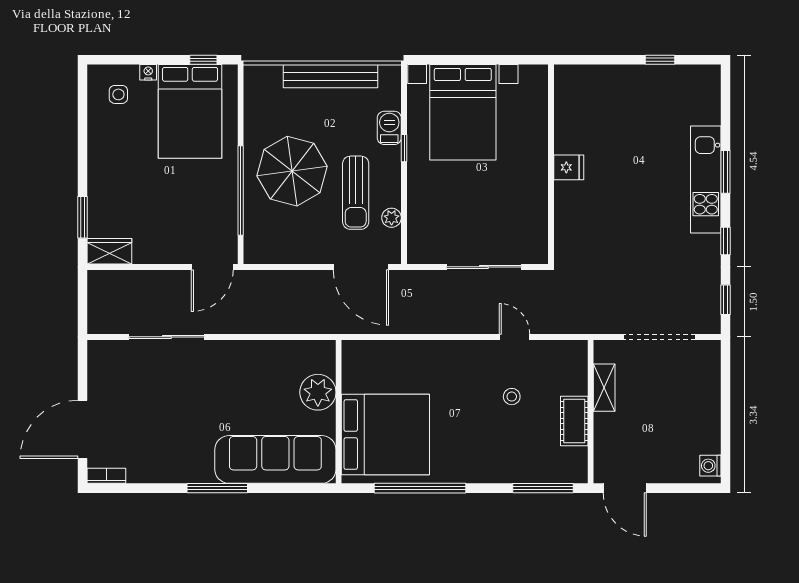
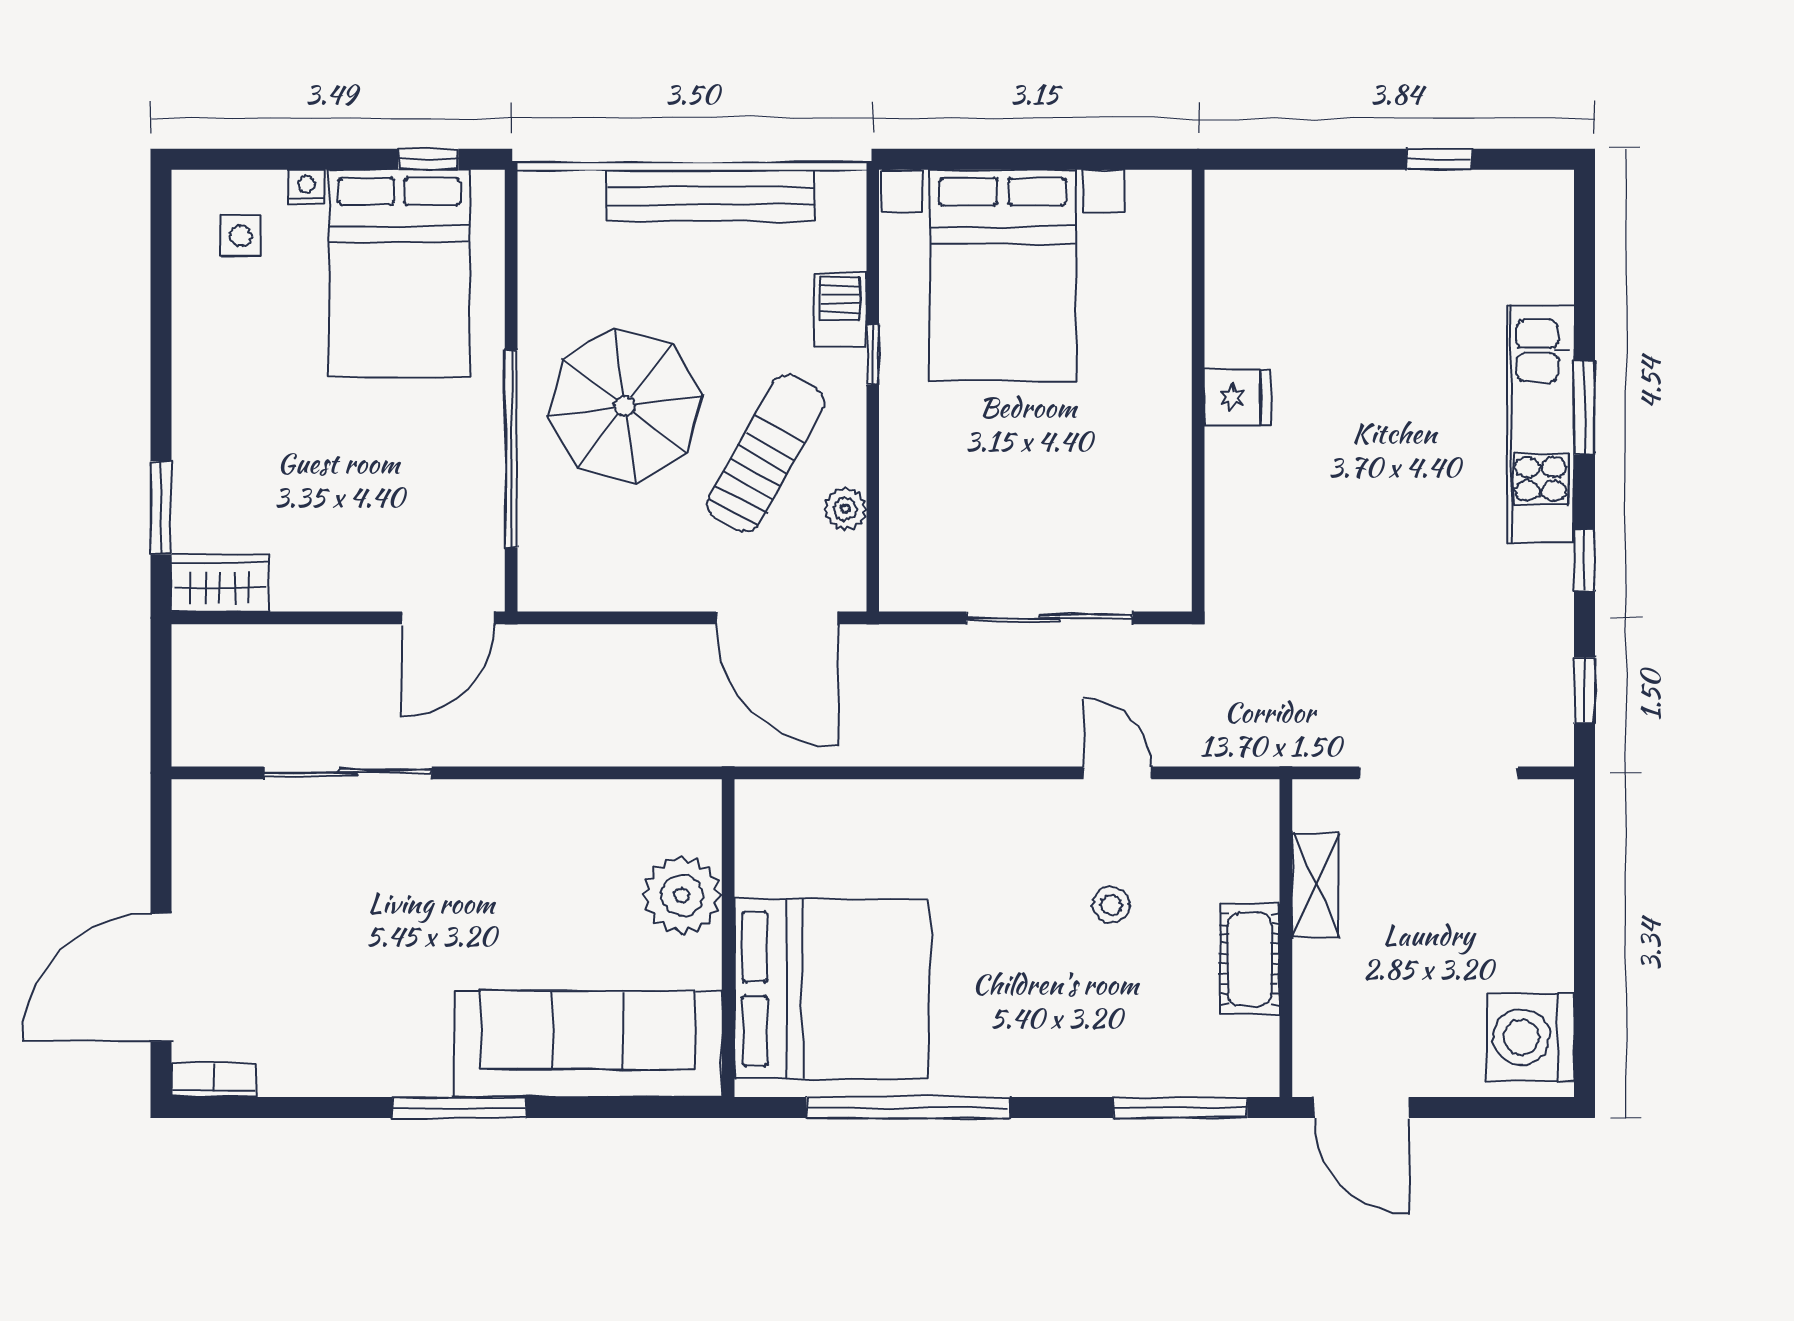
sun lounger: (356, 193) -> (766, 453), turned -151
washing machine: (710, 466) -> (1530, 1037), width x1.89, depth x1.89

